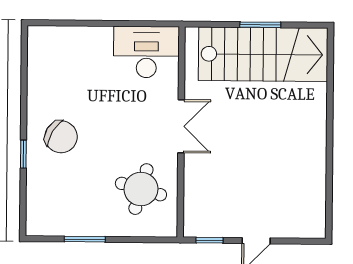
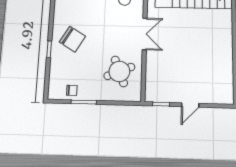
round table: (141, 189) -> (119, 71), turned -38
chair: (65, 221) -> (72, 90), added

